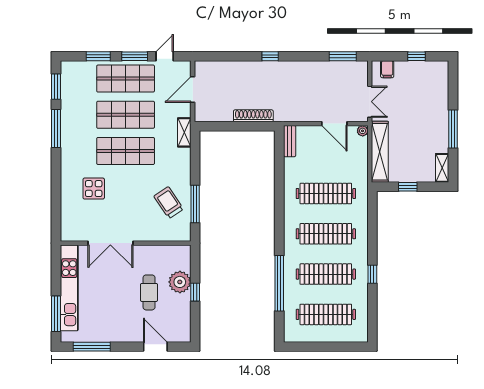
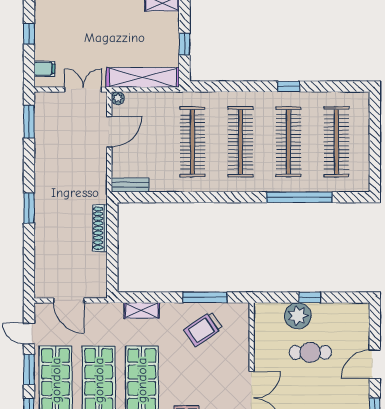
window: (270, 56) -> (29, 208), width x1.50
shelving: (184, 132) -> (142, 310), moved
door: (155, 347) -> (375, 364), moved

